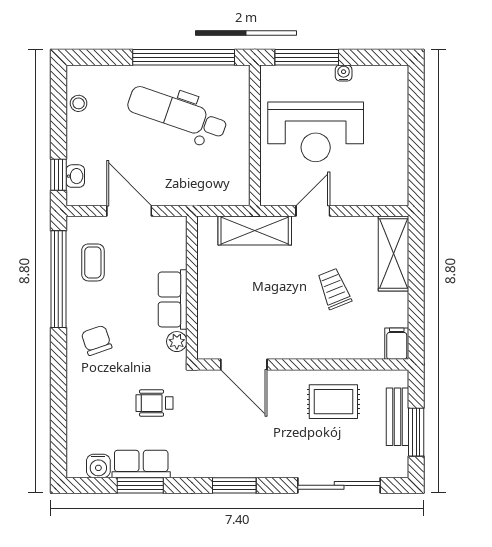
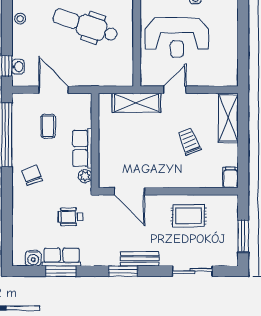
coffee table: (93, 262) -> (48, 126), moved
bench: (397, 417) -> (140, 259), moved, turned 90
sliding door: (339, 485) -> (192, 271), width x0.73

